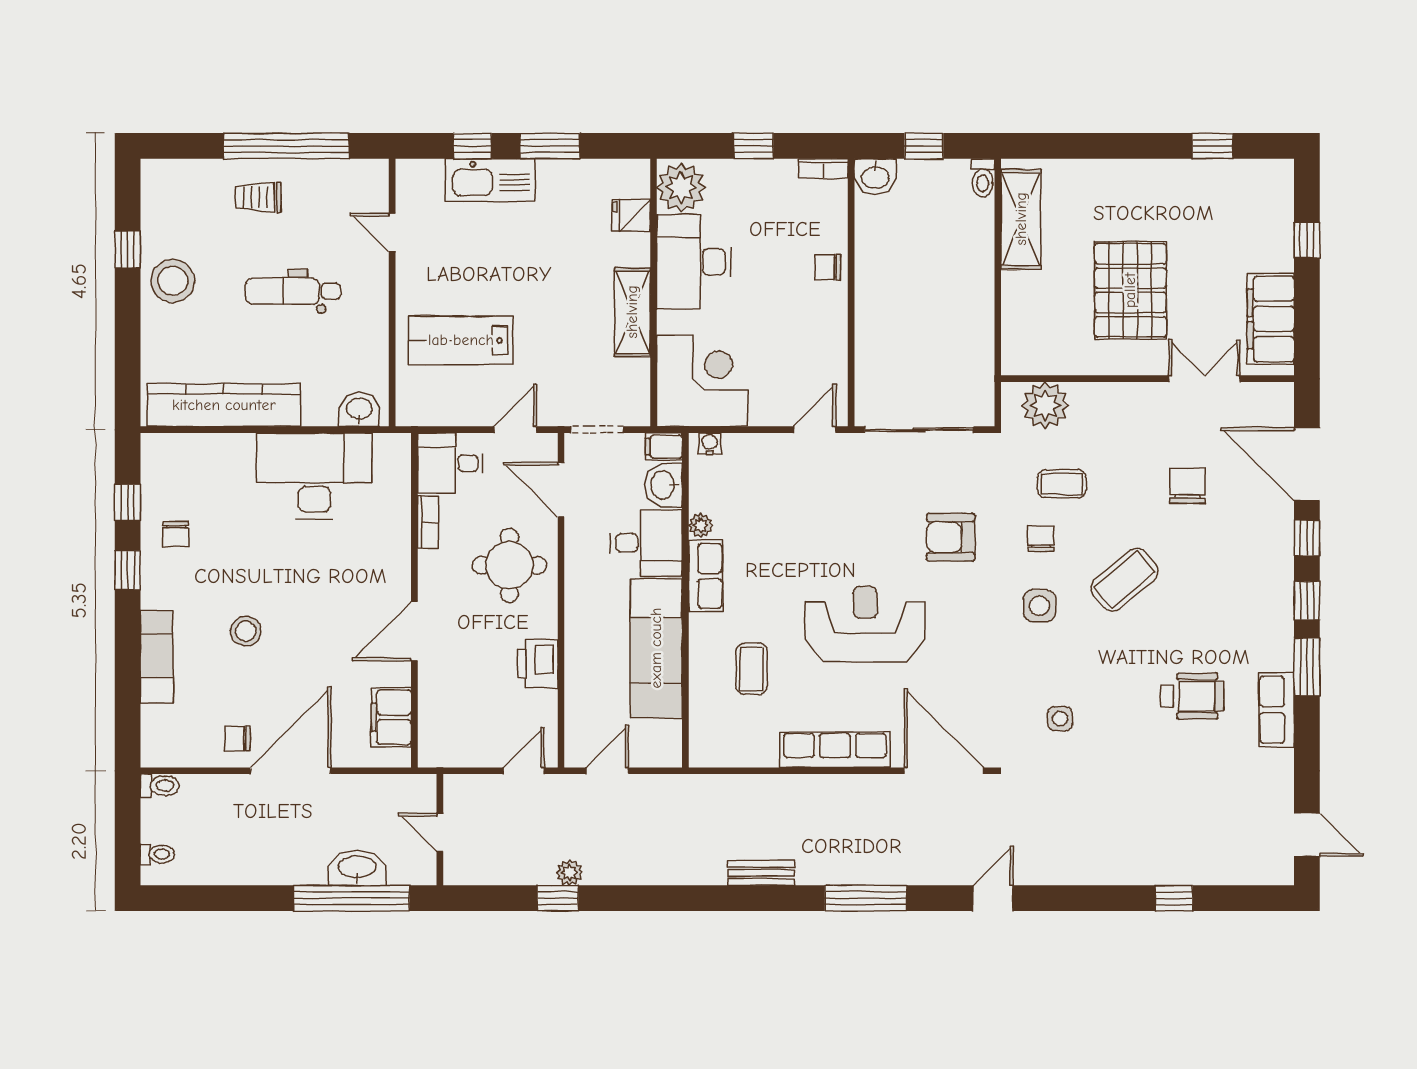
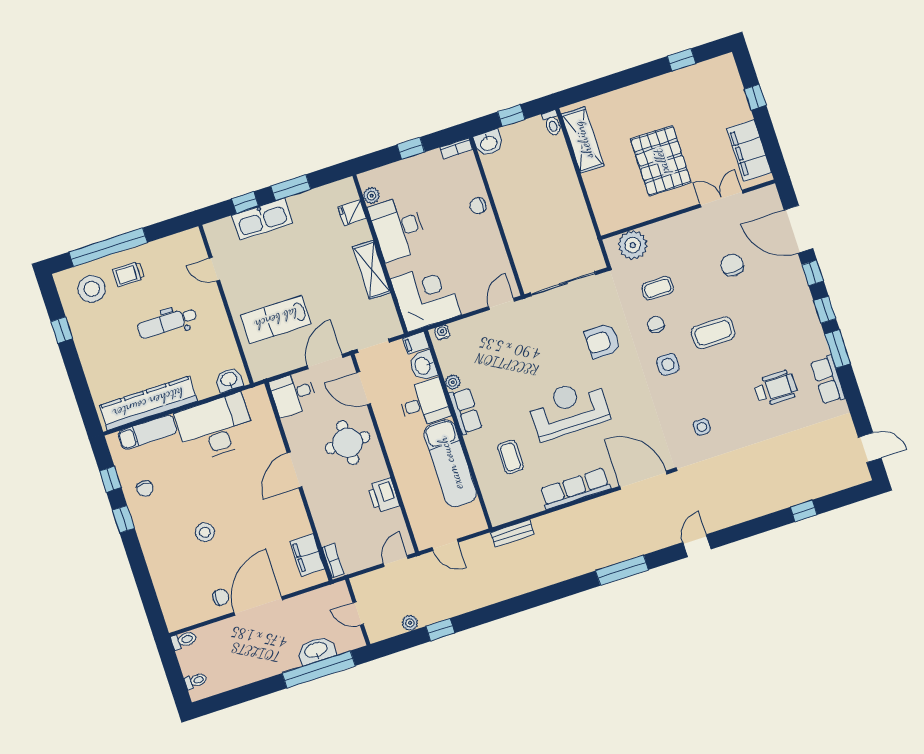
window: (286, 146) -> (108, 247), moved
plant: (681, 187) -> (372, 196), width x0.53, depth x0.53
stool: (173, 281) -> (92, 289), moved
door: (515, 430) -> (325, 362), width x1.38
bookcase: (428, 522) -> (333, 560), moved
coffee table: (1125, 580) -> (713, 333), turned 40
door: (414, 631) -> (295, 470), moved
exam couch: (157, 657) -> (147, 432), moved, turned 90
chair: (237, 739) -> (221, 597), turned 180
door: (607, 771) -> (445, 545), swing flipped
plant: (570, 873) -> (410, 623), moved
bench: (761, 873) -> (512, 533), moved

